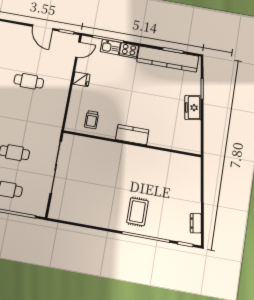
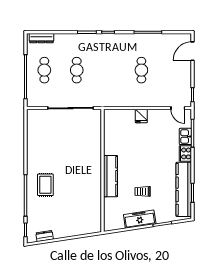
door: (43, 27) -> (192, 51), moved
fridge: (81, 79) -> (141, 116), moved
freezer: (193, 108) -> (140, 219), width x1.40
trolley: (92, 120) -> (143, 191), moved
kitchen counter: (132, 135) -> (111, 176), width x1.50
rug: (137, 212) -> (45, 185), turned 90

